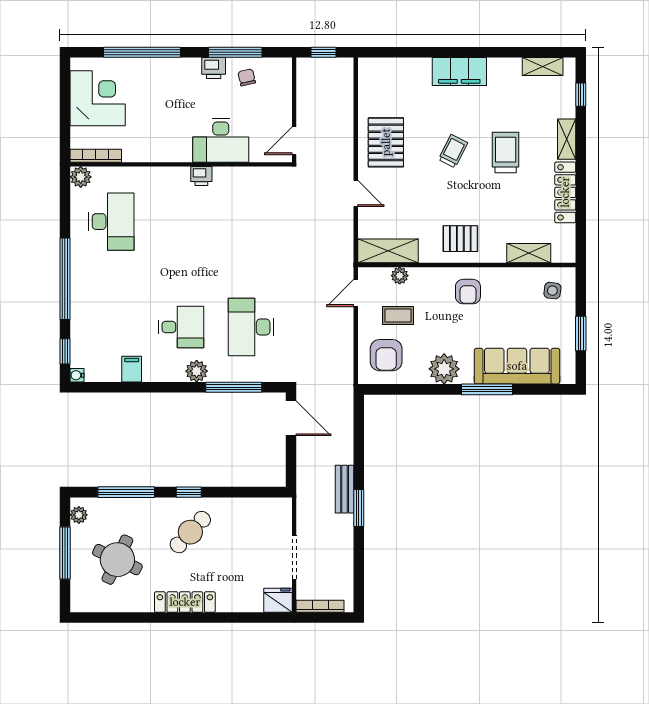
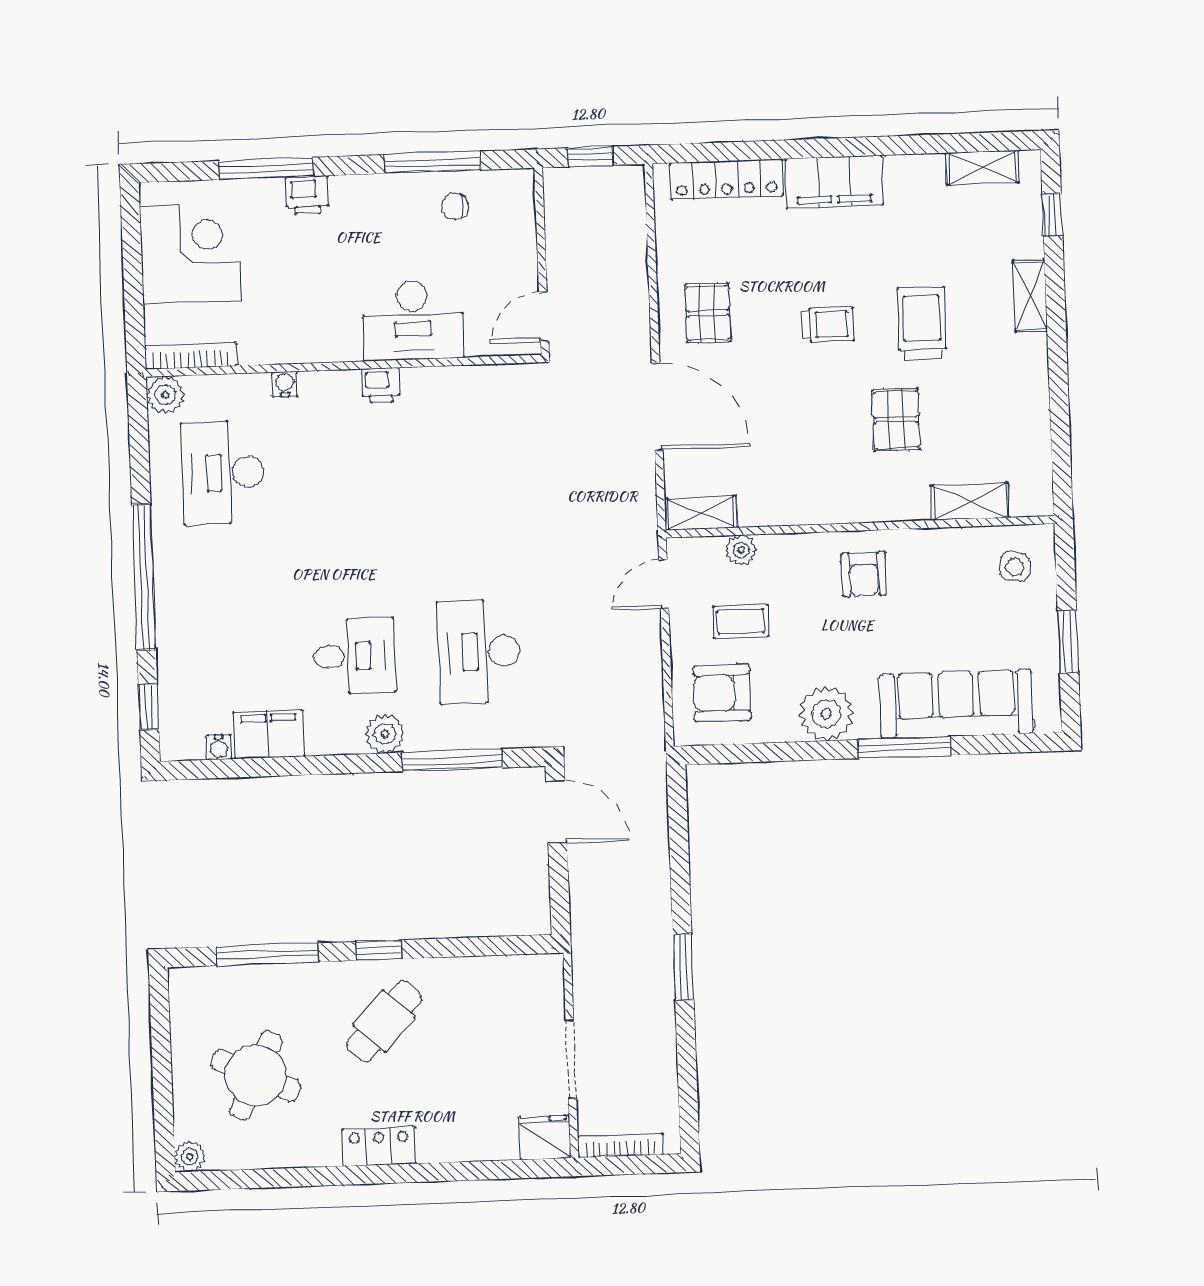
window: (142, 52) -> (267, 168), width x0.68
printer: (214, 68) -> (307, 195), moved
chair: (247, 77) -> (455, 206), turned -77
pallet: (386, 142) -> (708, 313), width x0.67, depth x0.71
trolley: (453, 151) -> (828, 324), turned 63
water cooler: (148, 173) -> (285, 384), added
locker: (565, 192) -> (727, 179), moved, turned -90
door: (356, 193) -> (657, 406), width x1.87
desk: (111, 222) -> (223, 472), turned 180
pallet: (460, 239) -> (896, 420), moved, turned 90
shelving: (388, 251) -> (701, 513), width x0.67, depth x0.75
armchair: (386, 355) -> (722, 693), turned 90
filing cabinet: (132, 369) -> (269, 734), width x2.00
water cooler: (77, 375) -> (219, 747), moved, turned -90
bench: (345, 489) -> (657, 935), removed
plant: (79, 515) -> (190, 1157), moved
window: (65, 553) -> (162, 1067), removed
locker: (185, 602) -> (379, 1147), width x0.66

